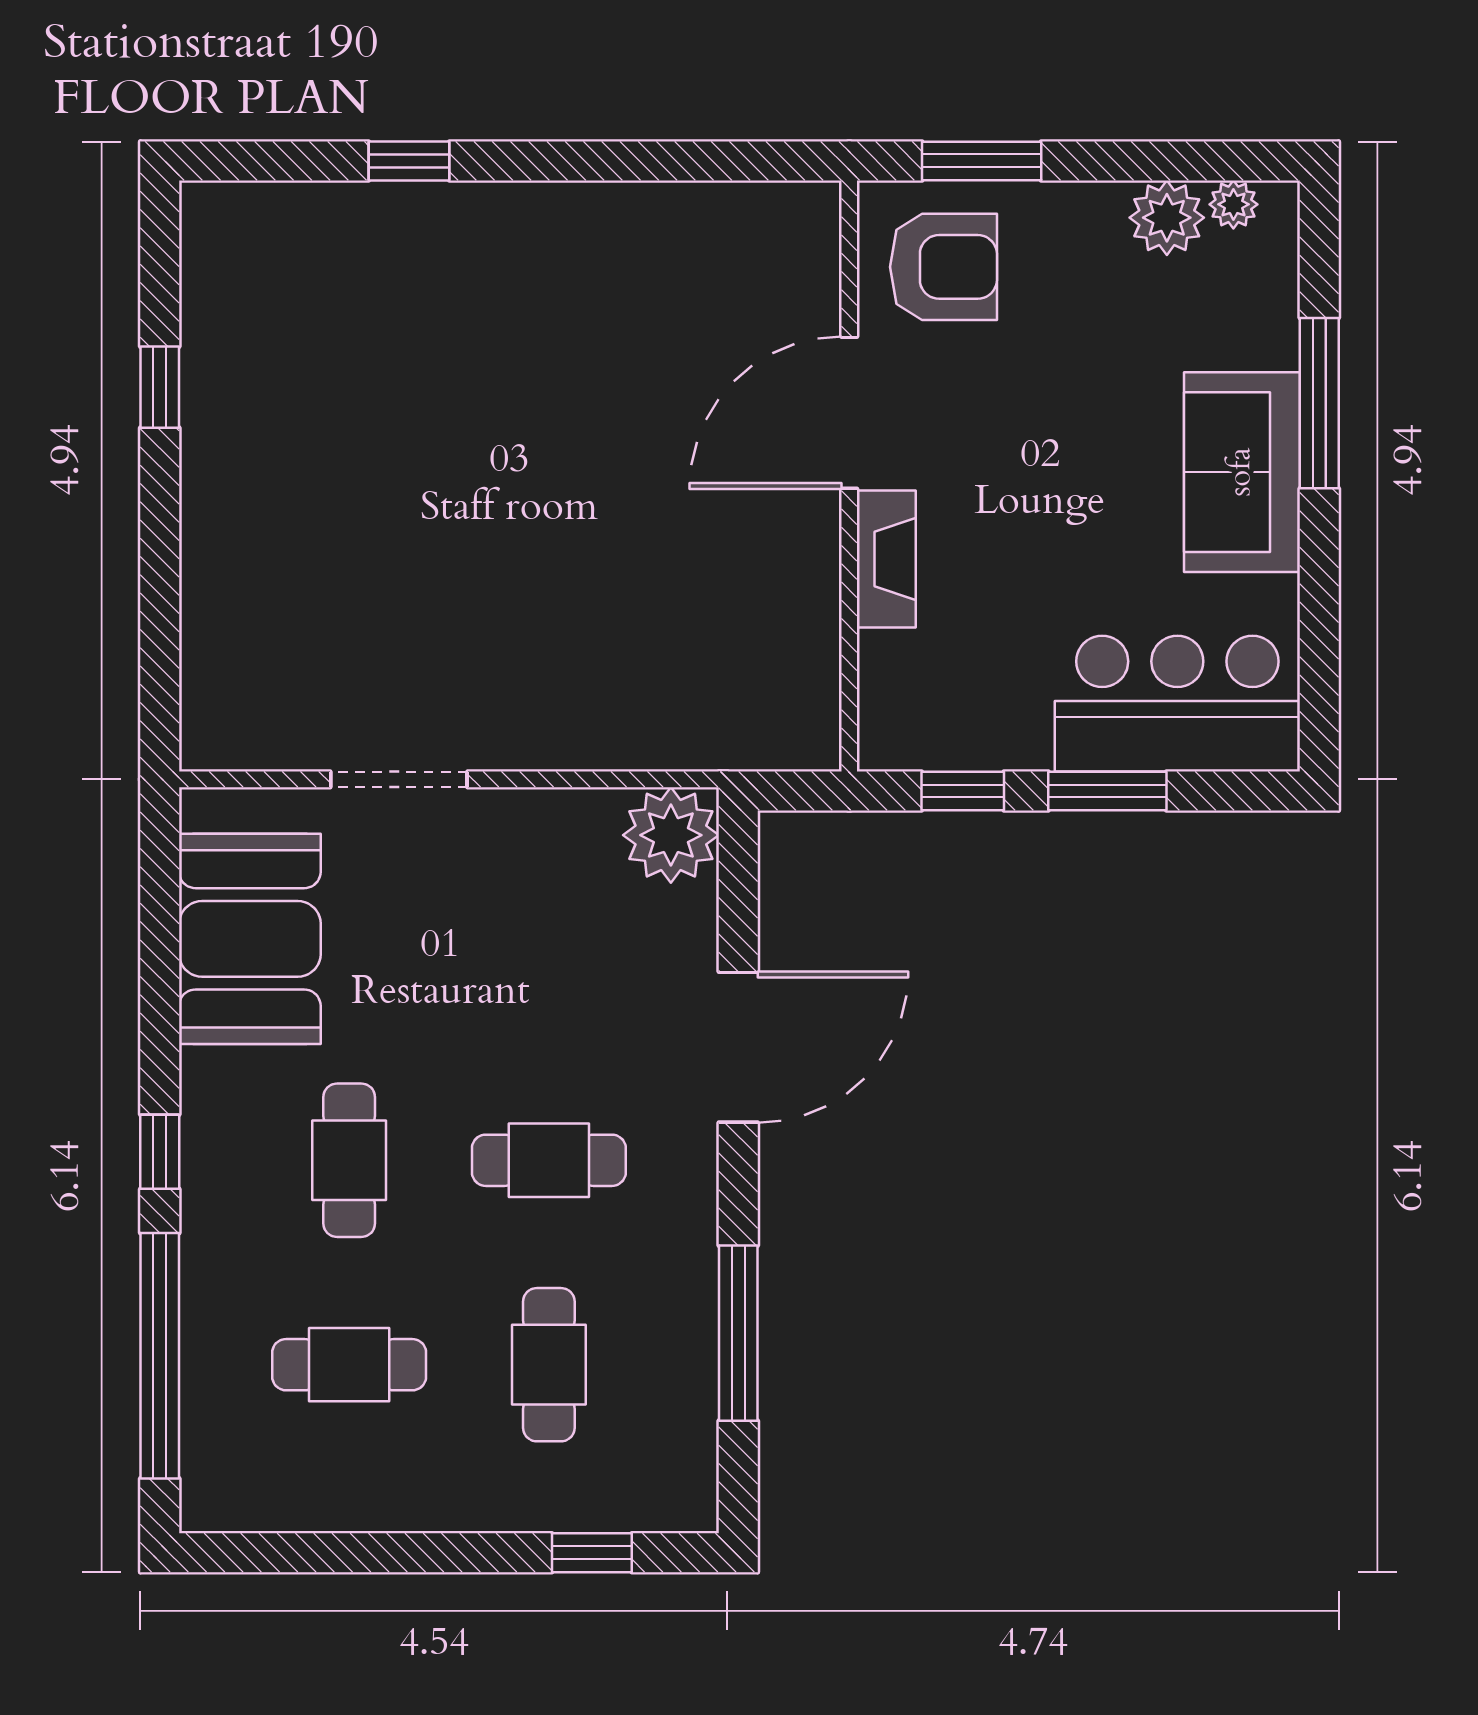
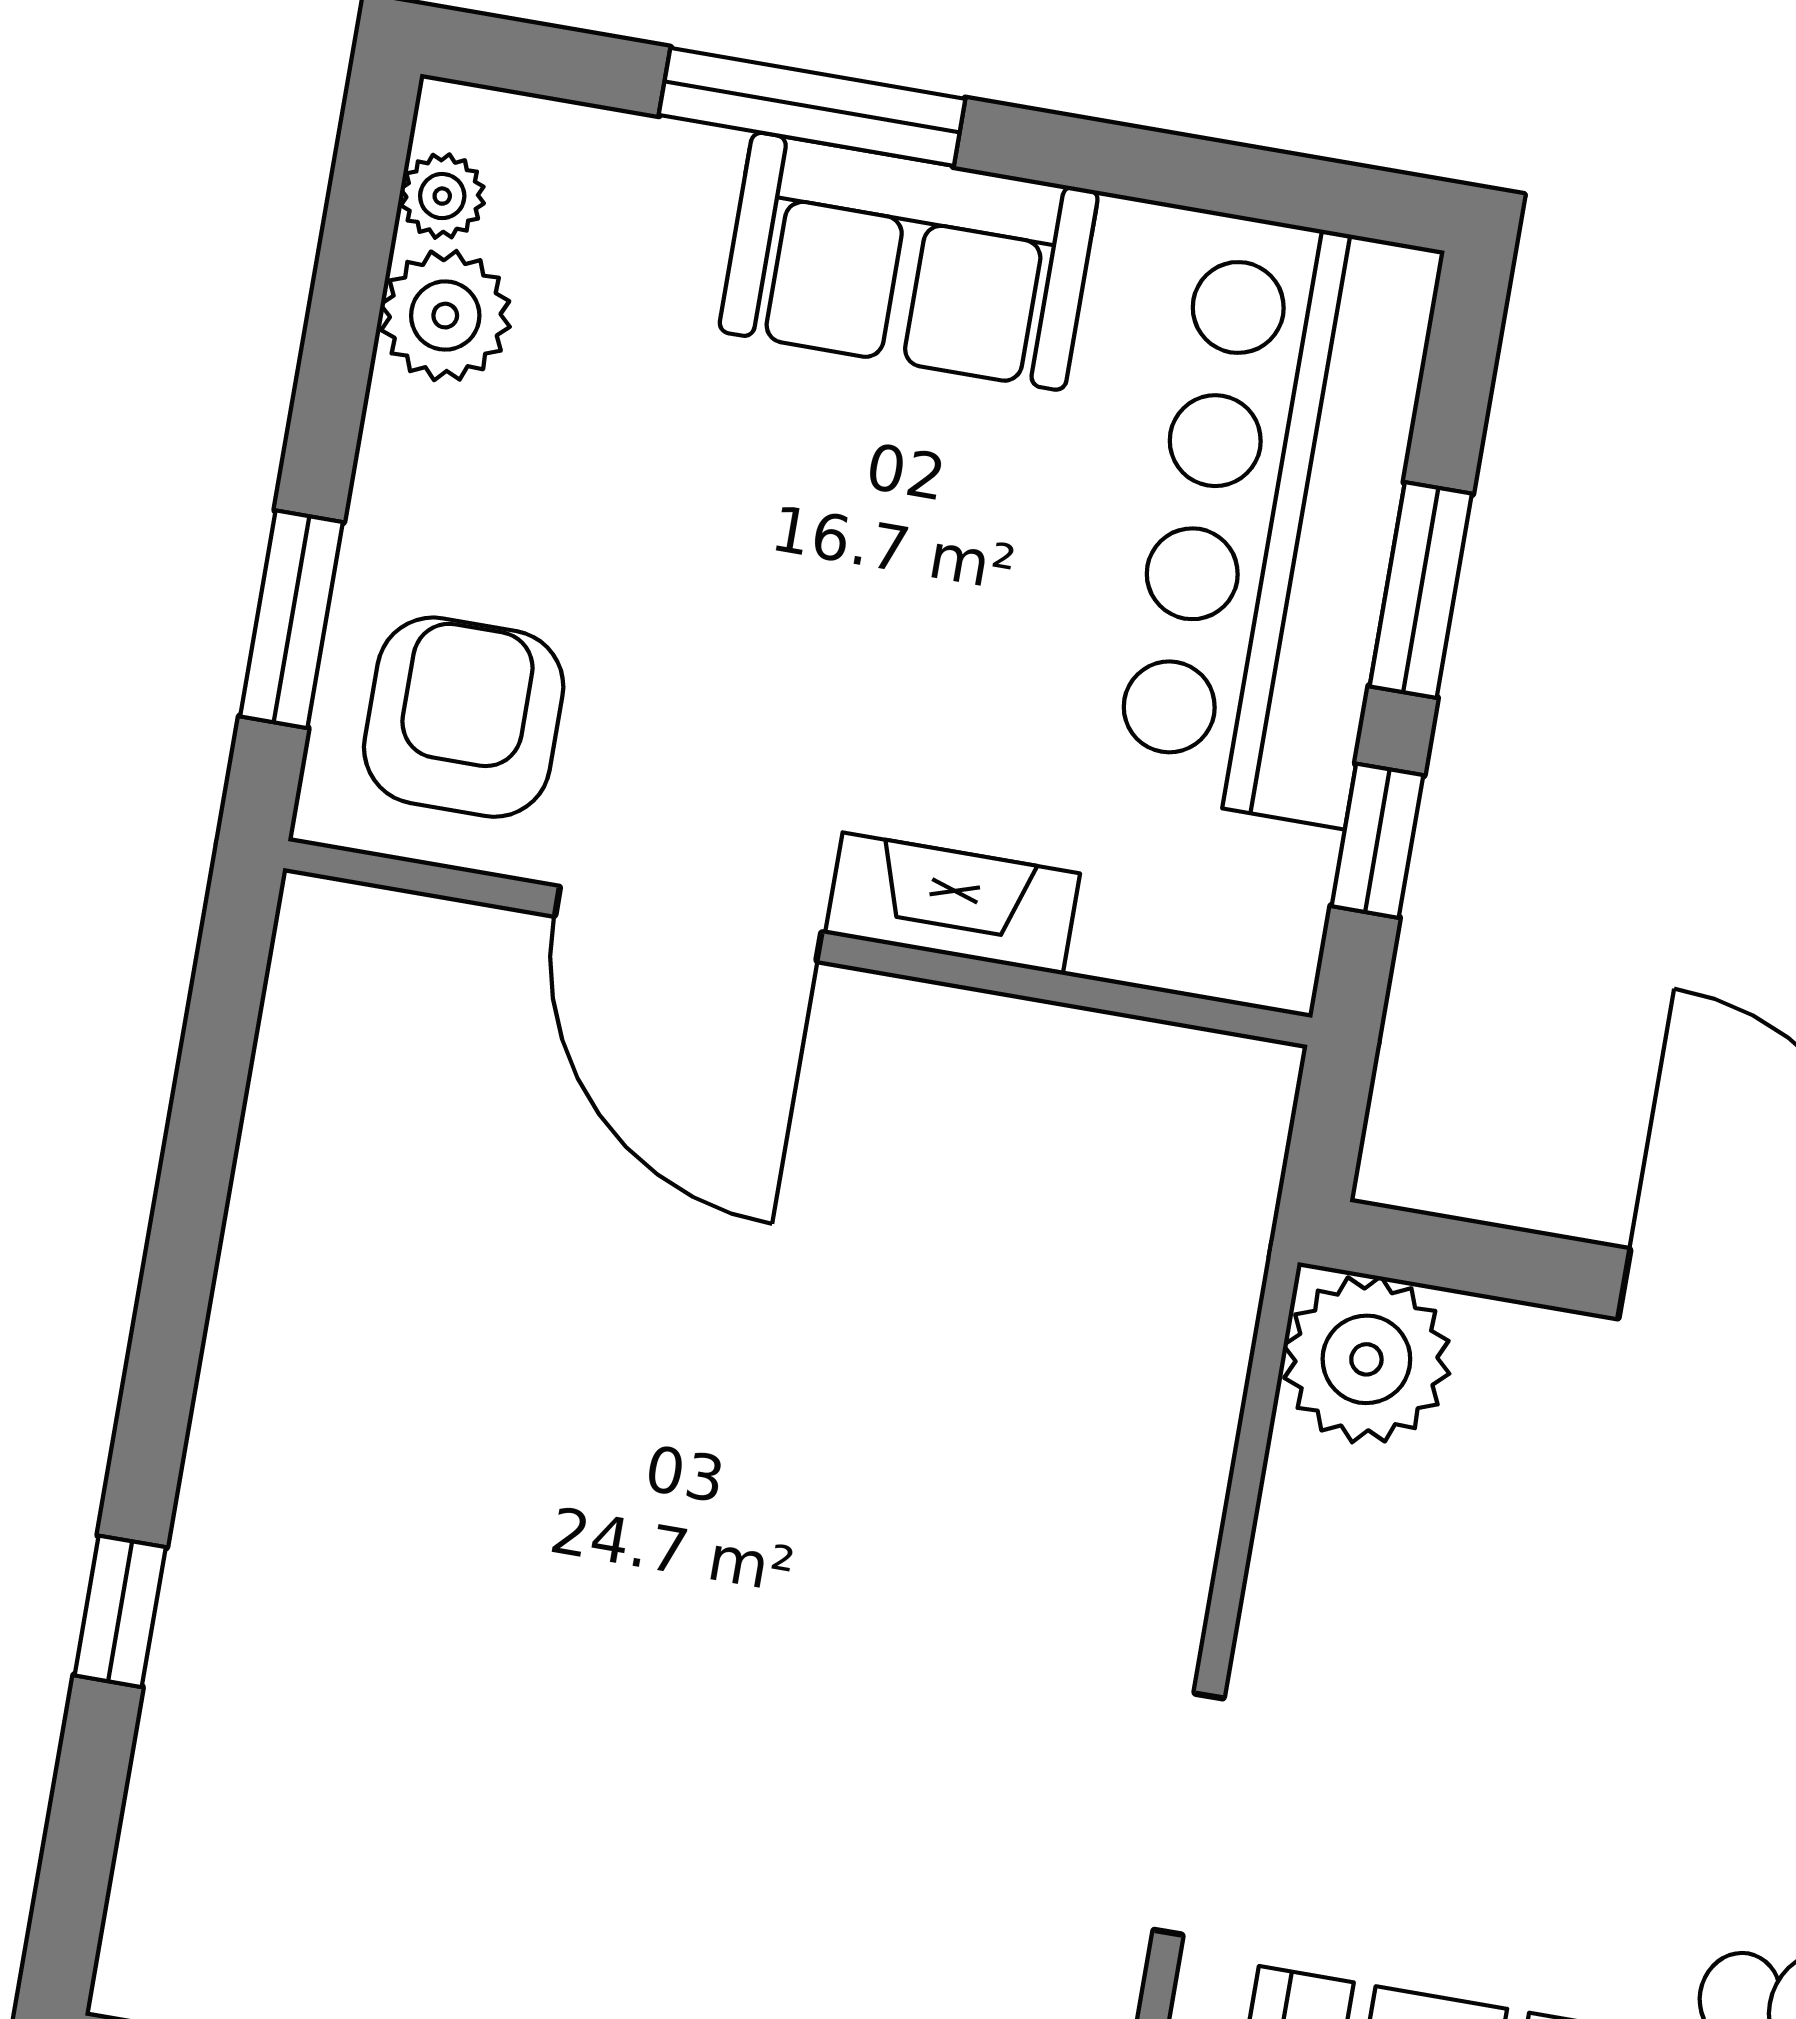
bar counter: (1177, 704) -> (1277, 520), width x1.36

